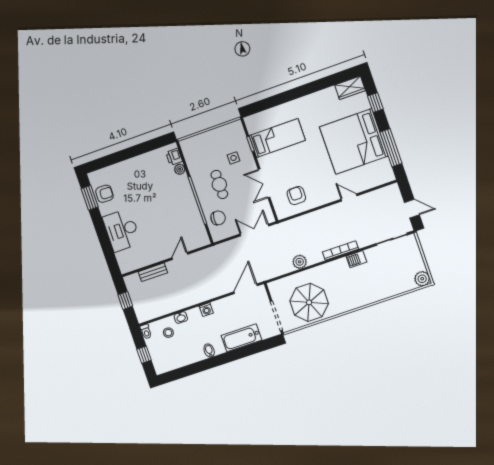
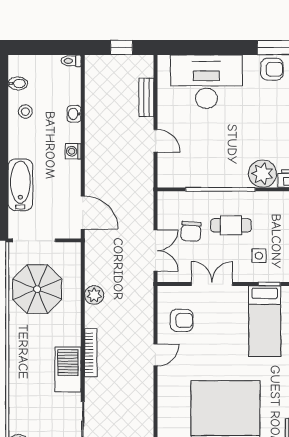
plant: (180, 169) -> (262, 174), width x1.88, depth x1.88
armchair: (104, 194) -> (272, 69), turned -92
door: (349, 197) -> (156, 355), moved
chair: (218, 218) -> (191, 231), moved
desk: (122, 230) -> (206, 82), width x1.36, depth x1.30
barbecue: (356, 259) -> (68, 369), width x1.88, depth x1.53
stool: (168, 333) -> (25, 112), moved
bidet: (209, 351) -> (18, 83), moved
window: (144, 355) -> (41, 48), removed

